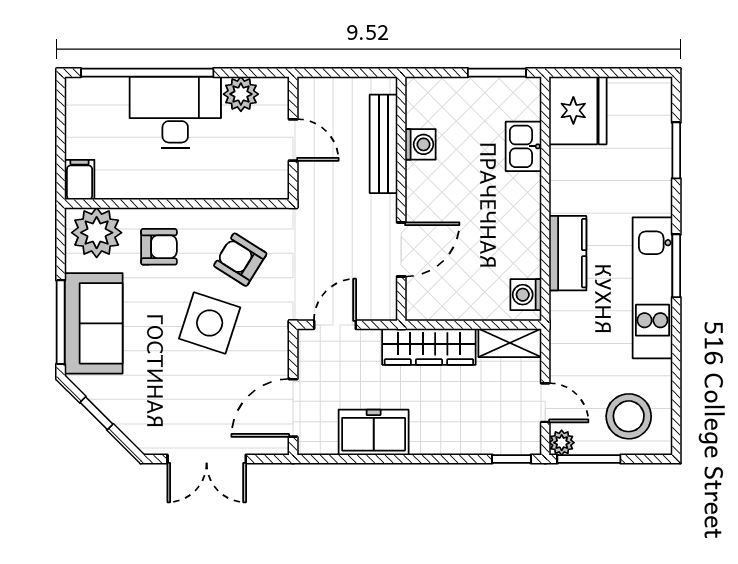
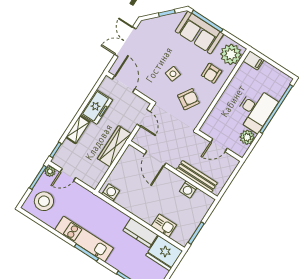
kitchen counter: (568, 253) -> (140, 233), moved
side table: (210, 323) -> (173, 74), width x0.54, depth x0.54
shelving: (510, 343) -> (78, 130), moved

